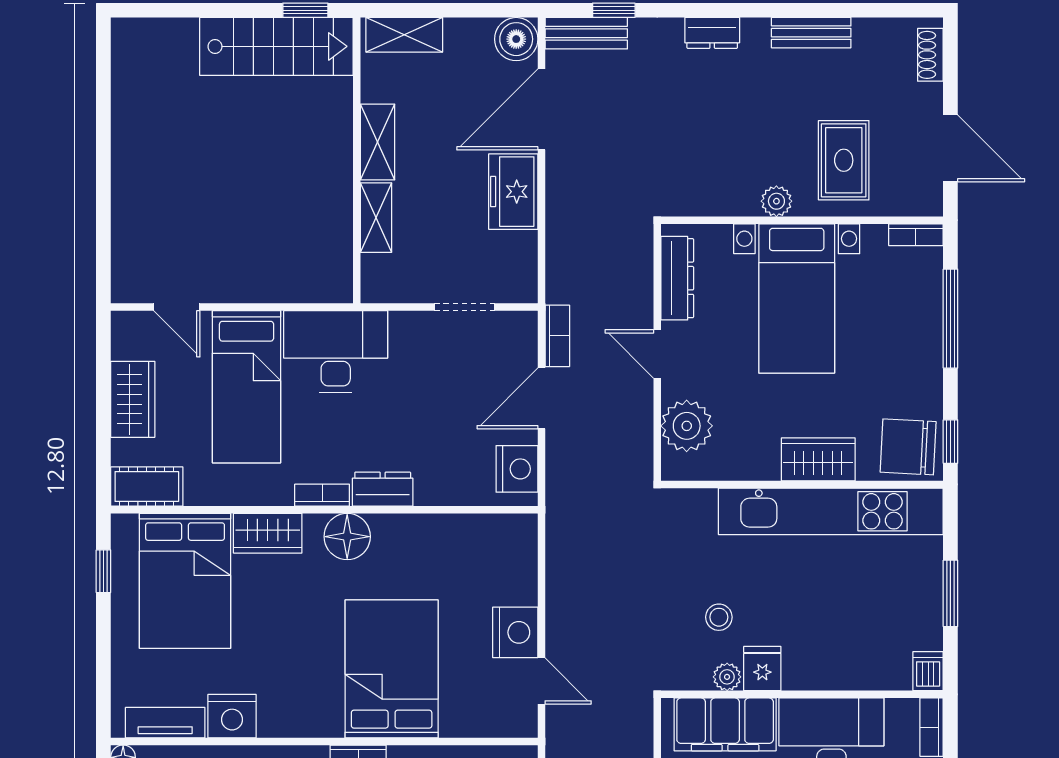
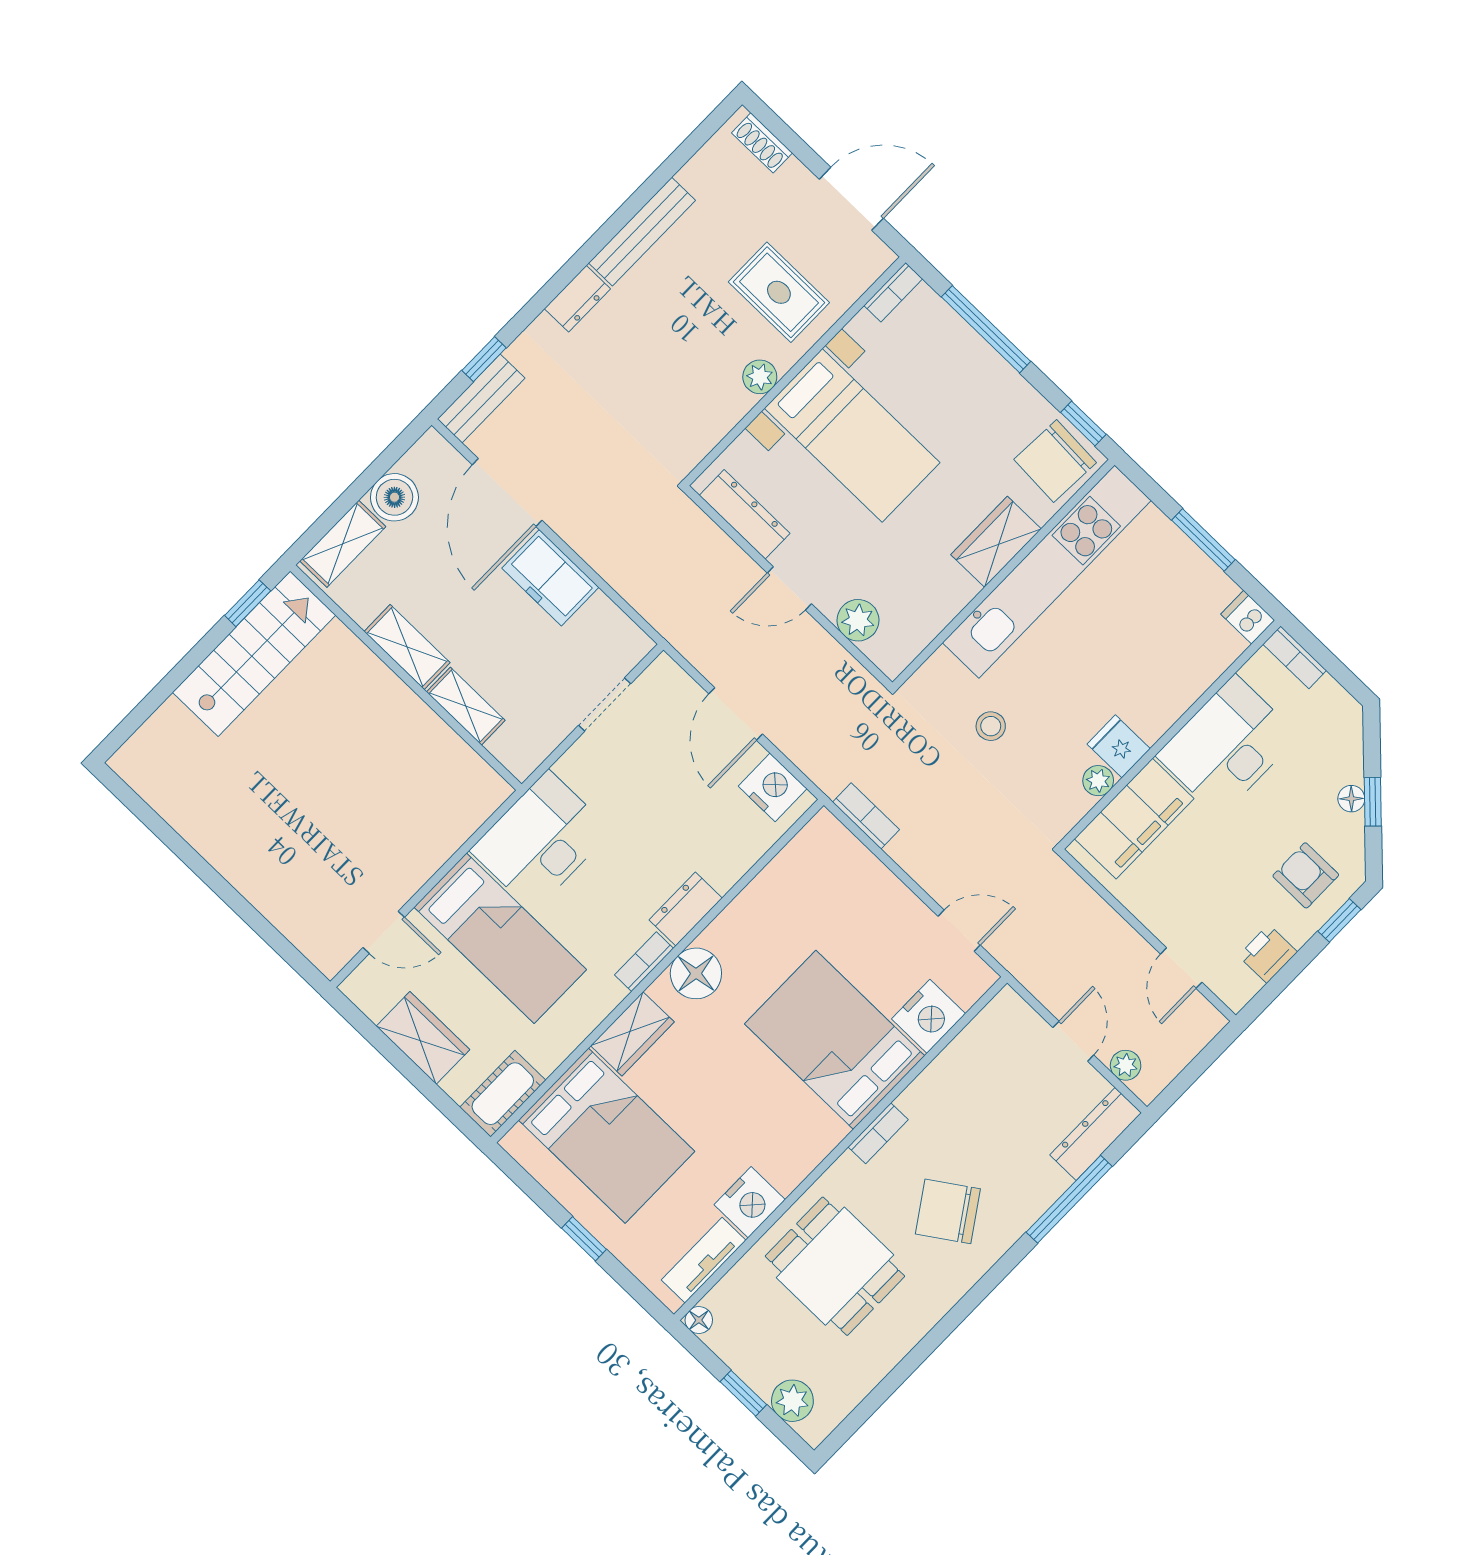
bench: (811, 33) -> (642, 232), width x1.36
boiler: (516, 39) -> (394, 497), moved
bookcase: (557, 336) -> (866, 816), moved
plant: (687, 426) -> (858, 620), width x0.73, depth x0.73
window: (103, 571) -> (584, 1239), moved
stool: (719, 617) -> (991, 726), moved
nightstand: (515, 632) -> (928, 1016), moved, turned 90

